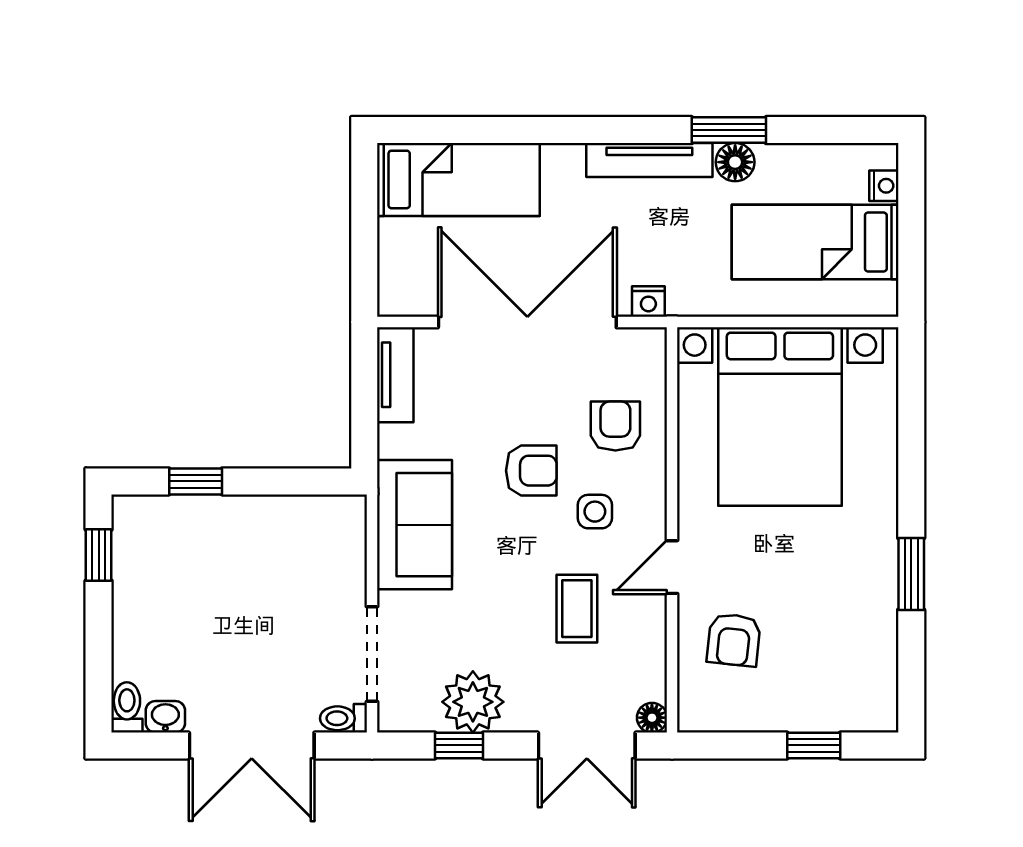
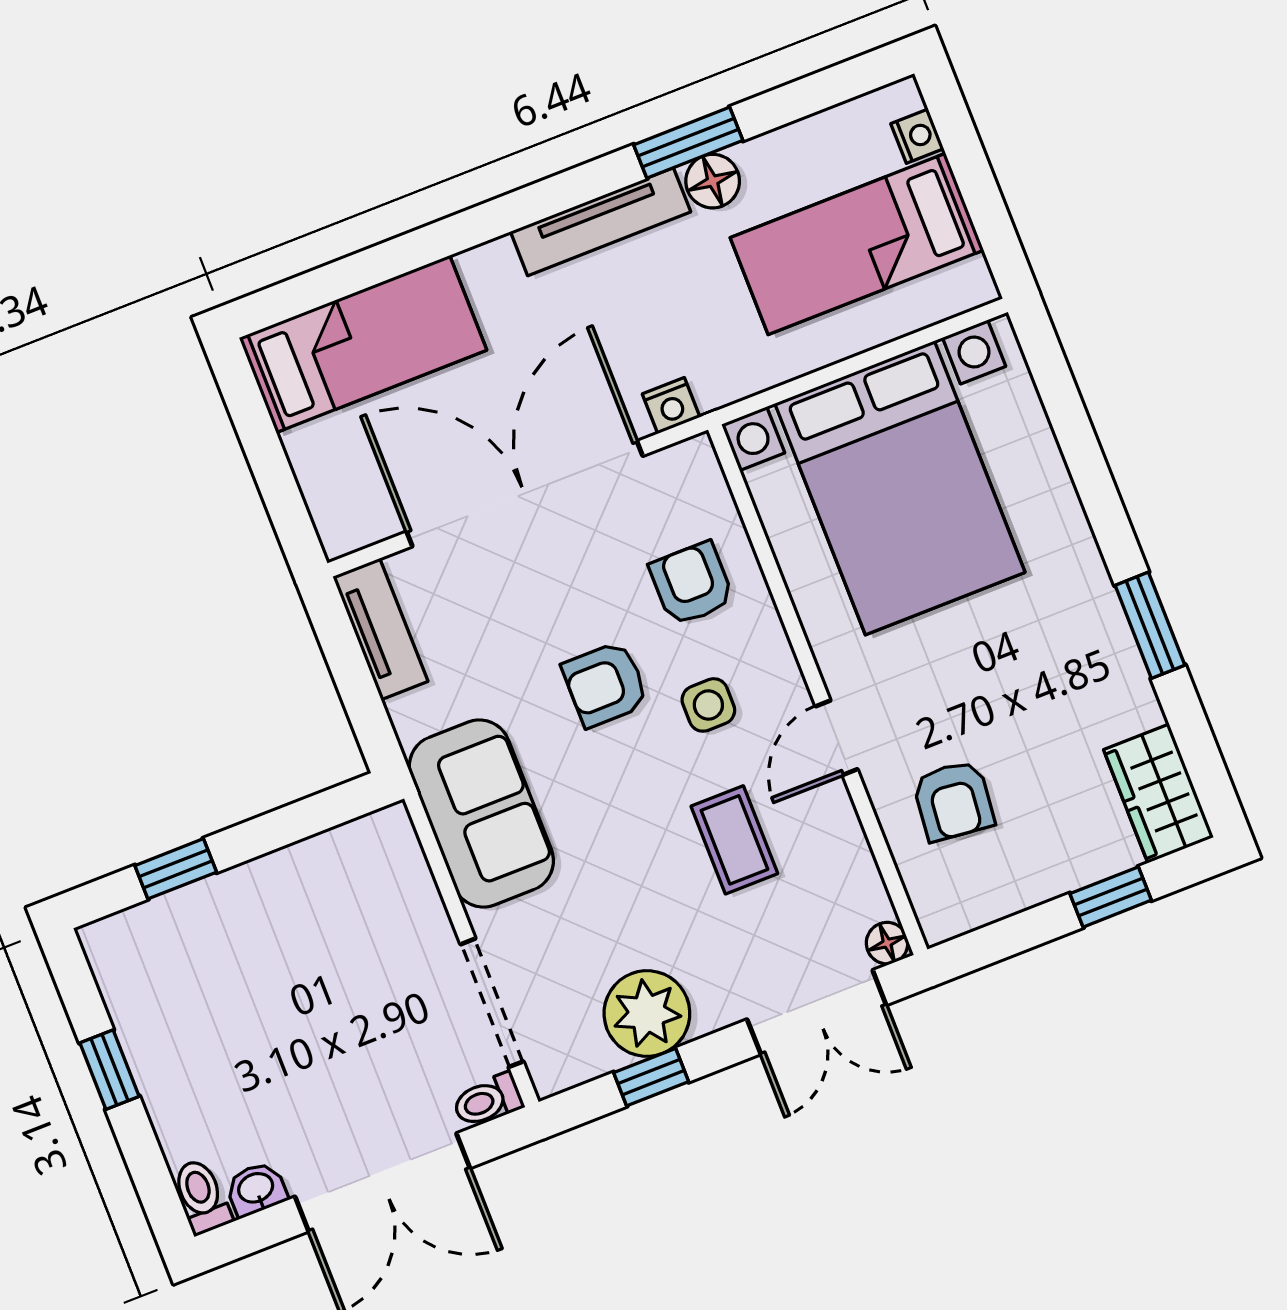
armchair: (531, 471) -> (605, 684), turned 180
window: (99, 555) -> (109, 1070), moved
wardrobe: (873, 689) -> (1159, 793), added

